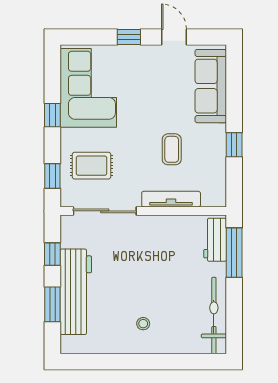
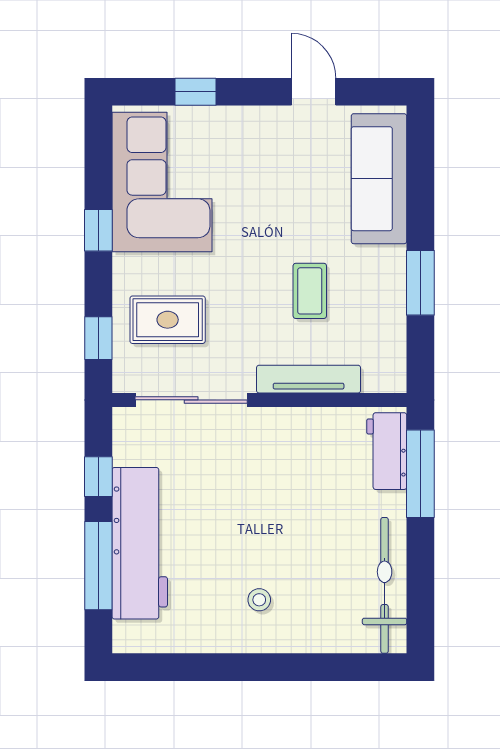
window: (129, 37) -> (195, 92), moved
window: (234, 145) -> (420, 283), width x1.50
window: (52, 304) -> (98, 566), width x1.44

